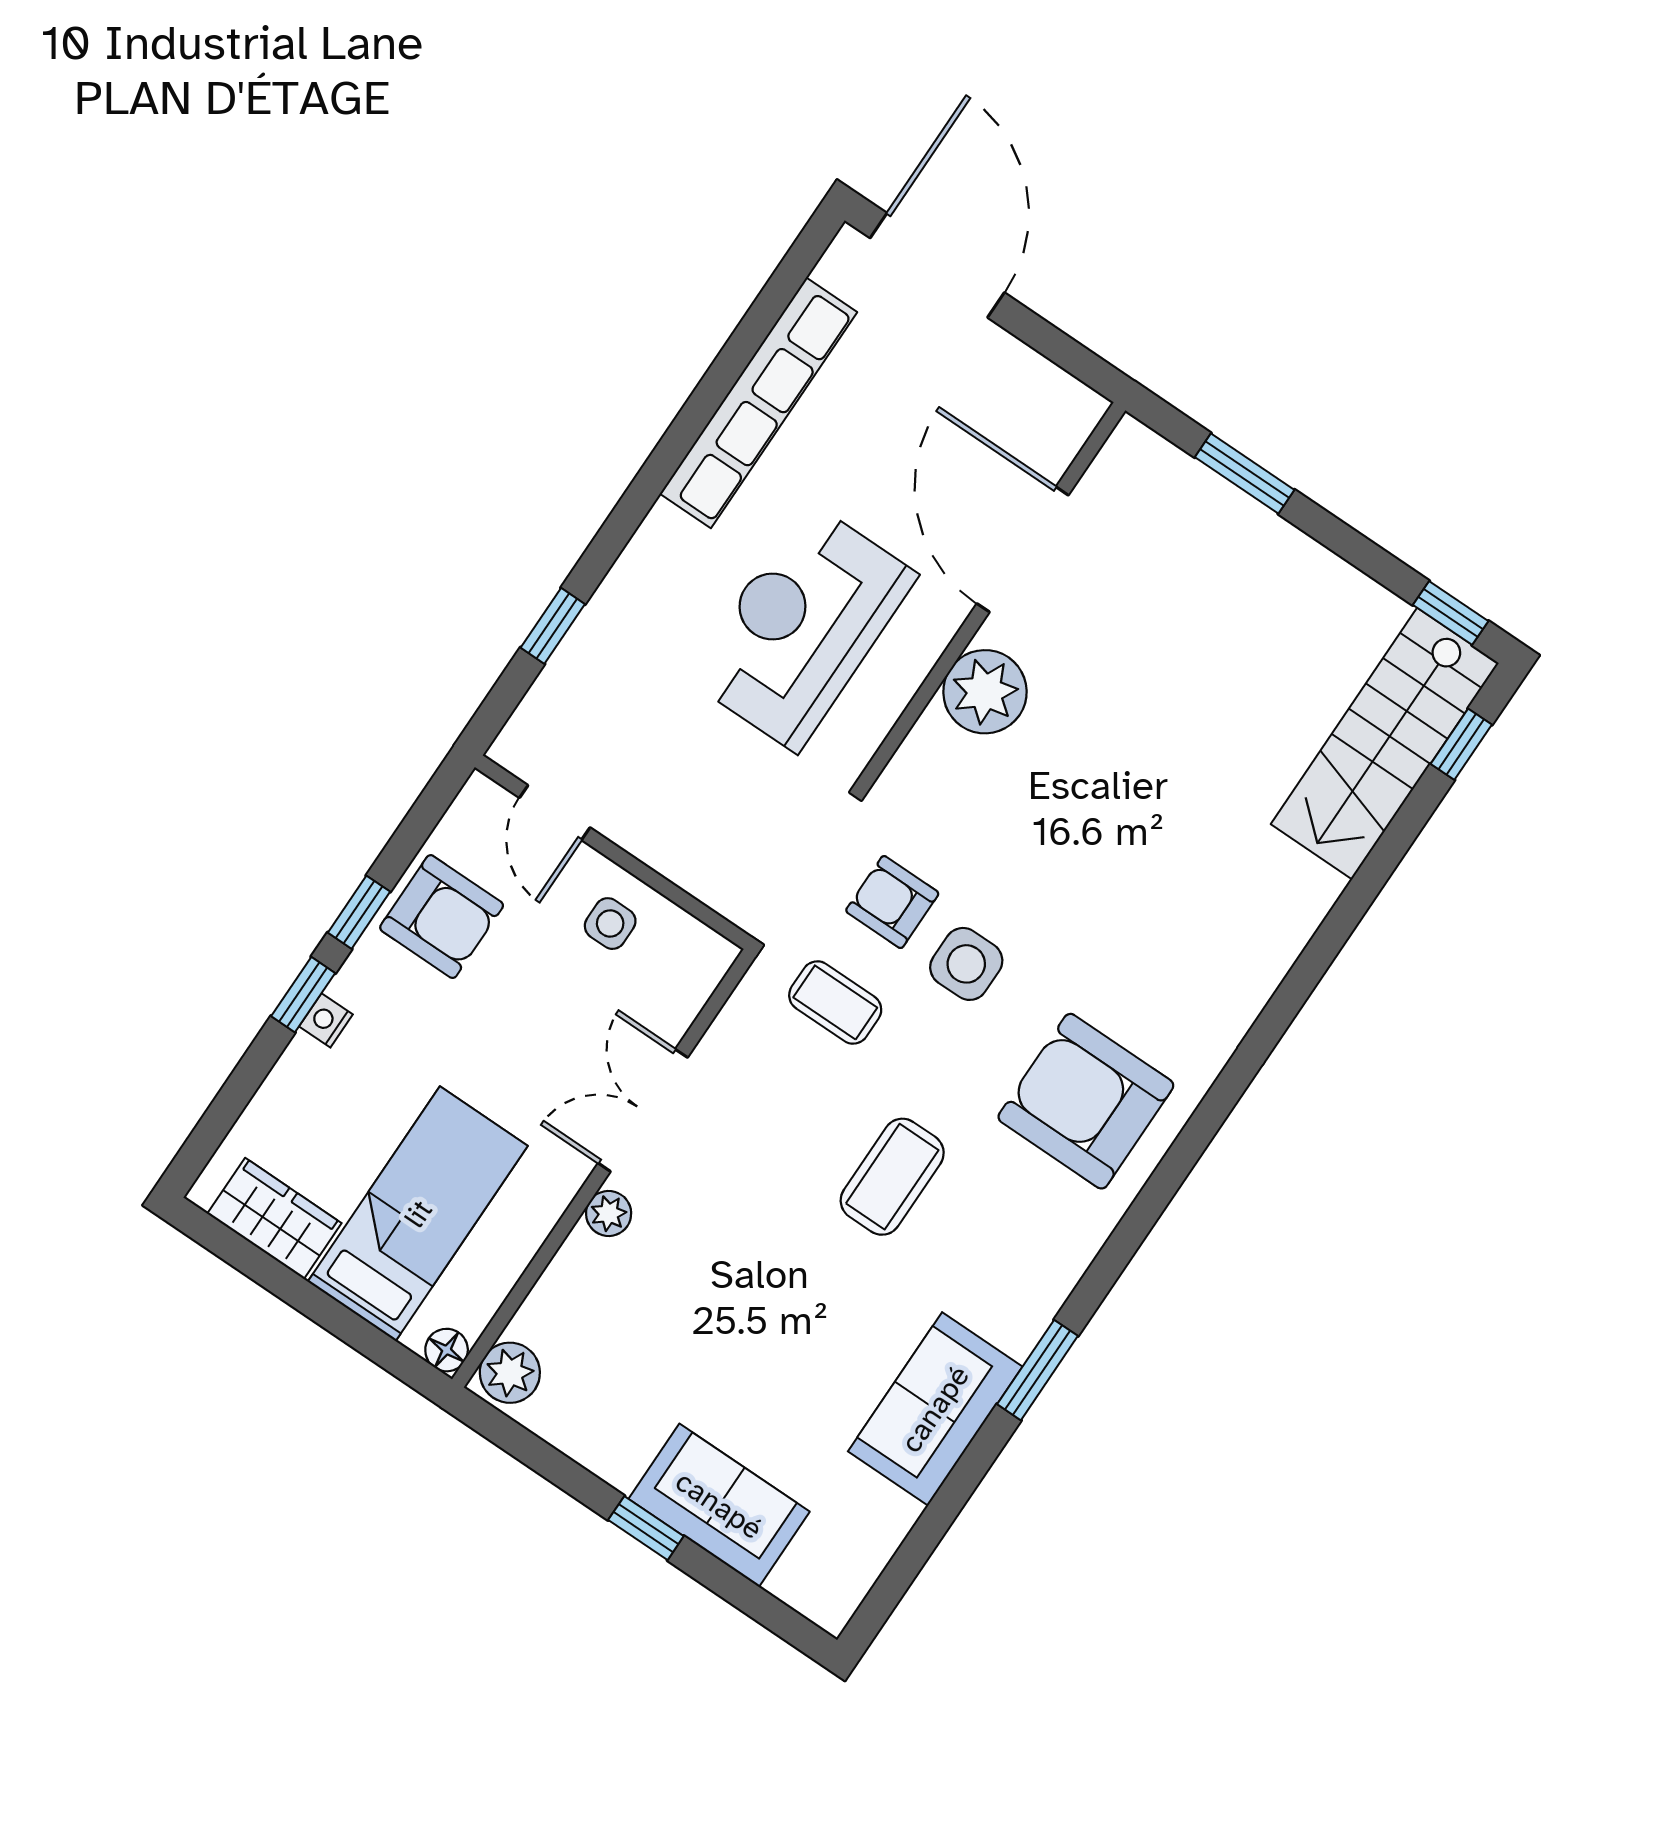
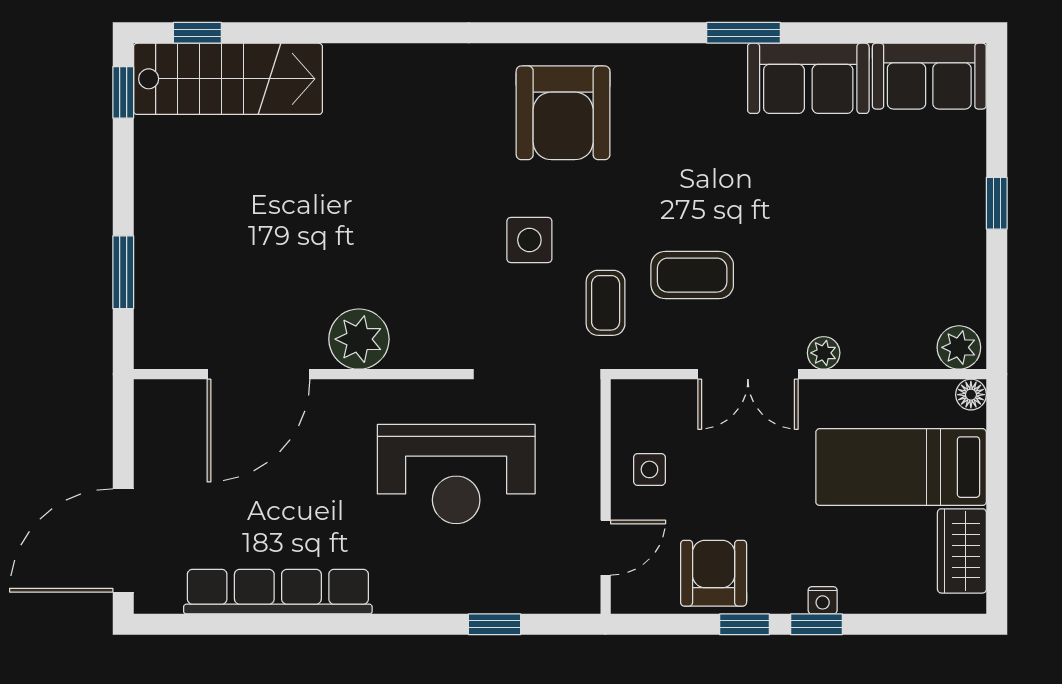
reception desk: (802, 627) -> (456, 474), moved
armchair: (892, 902) -> (522, 309), removed
coffee table: (892, 1177) -> (692, 275), moved
sofa: (719, 1505) -> (929, 76), moved, turned -90

